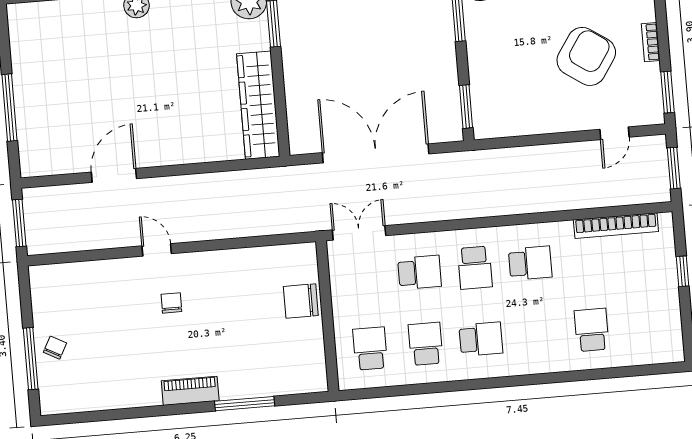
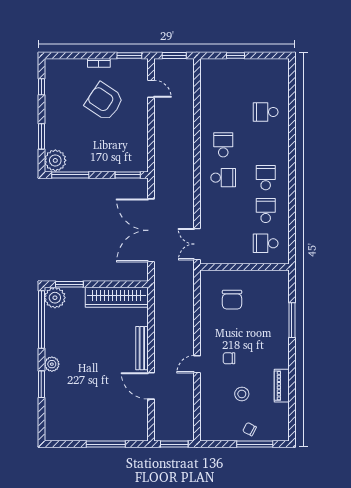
bench: (176, 155) -> (142, 348), added
bookcase: (616, 226) -> (205, 92), removed
school desk: (420, 272) -> (223, 210), removed
chair: (301, 301) -> (232, 300), moved
stool: (113, 330) -> (242, 394), added
school desk: (426, 344) -> (266, 210), turned 90
piano: (190, 391) -> (282, 386), moved

